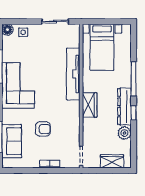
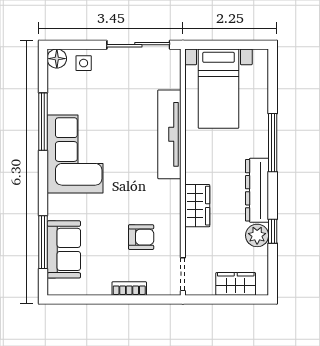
sliding door: (55, 22) -> (138, 45), width x1.37
wardrobe: (90, 105) -> (197, 206), moved
window: (134, 113) -> (273, 231), moved
armchair: (43, 129) -> (141, 237), moved

